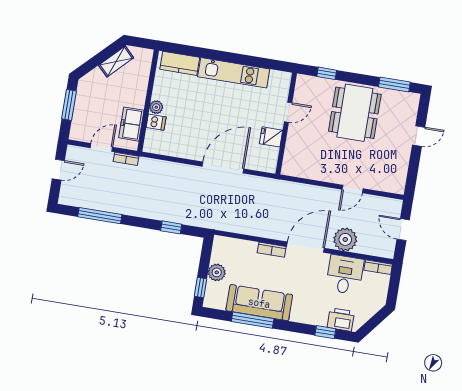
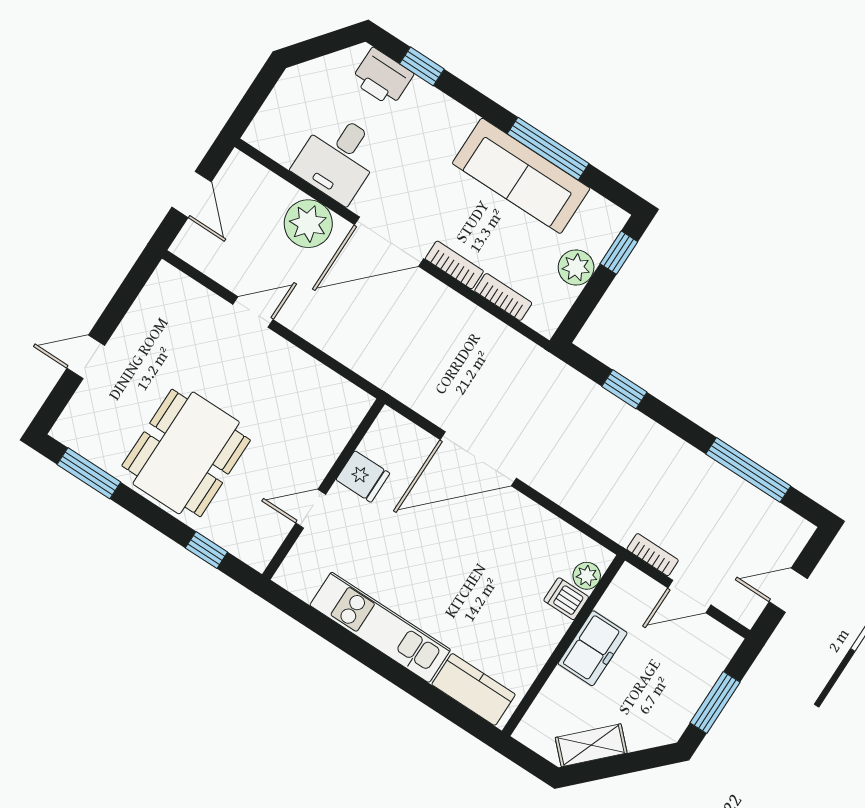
plant: (156, 107) -> (587, 576), moved
freezer: (131, 124) -> (593, 648), moved
bookcase: (378, 267) -> (503, 297), moved

